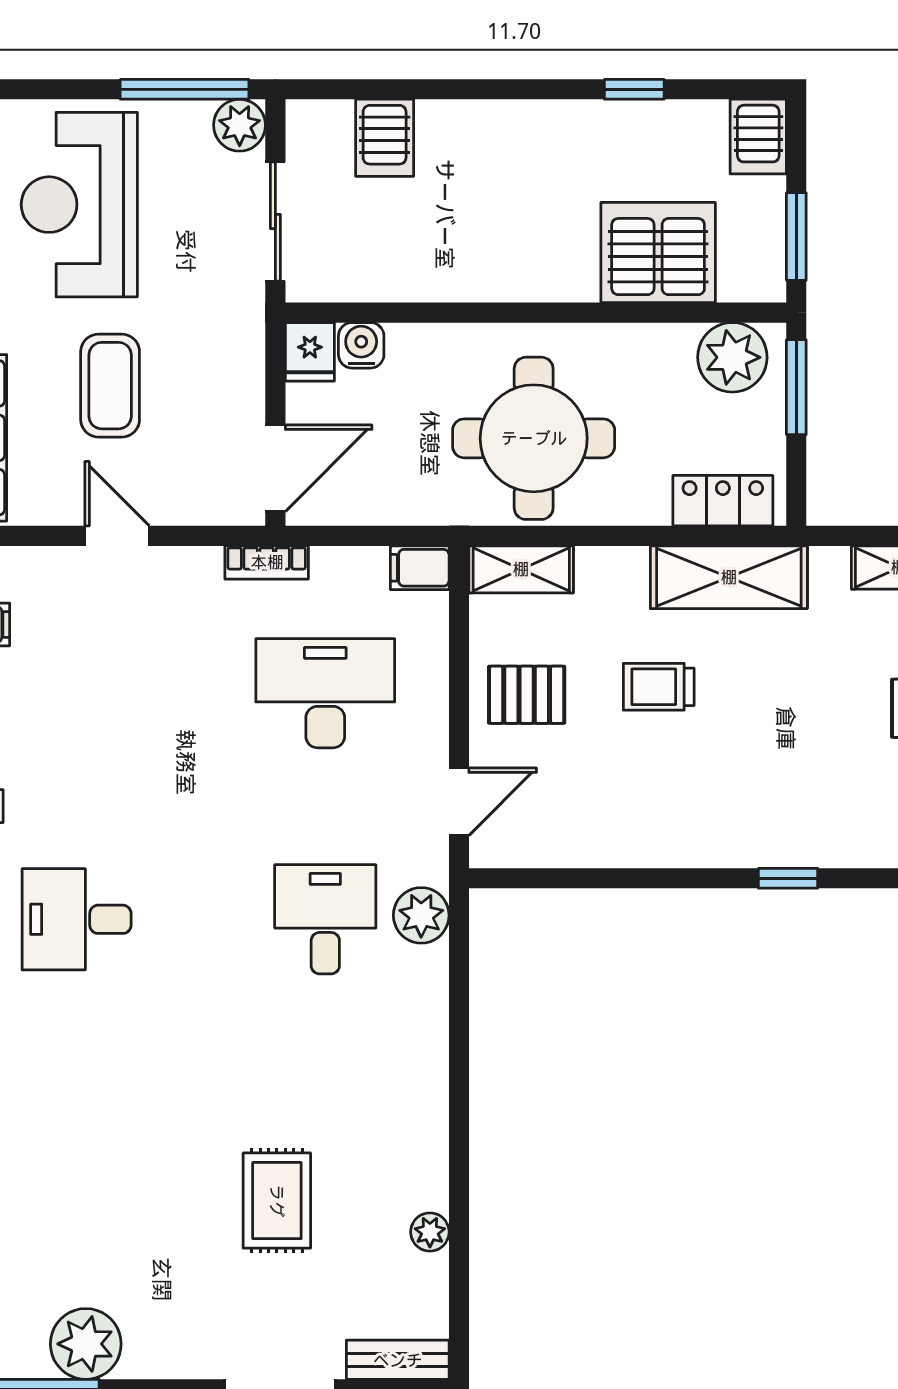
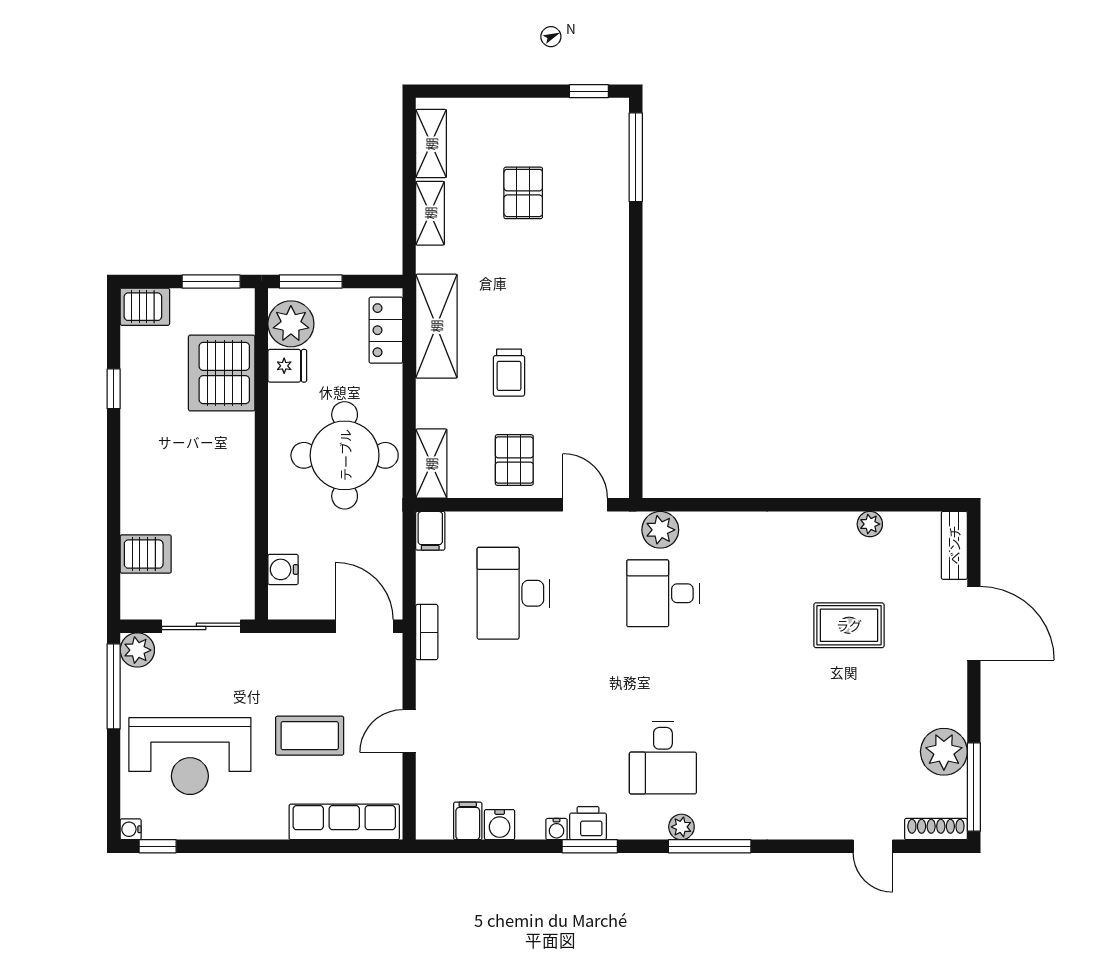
fridge: (310, 352) -> (287, 366), moved
window: (788, 878) -> (636, 287), removed

